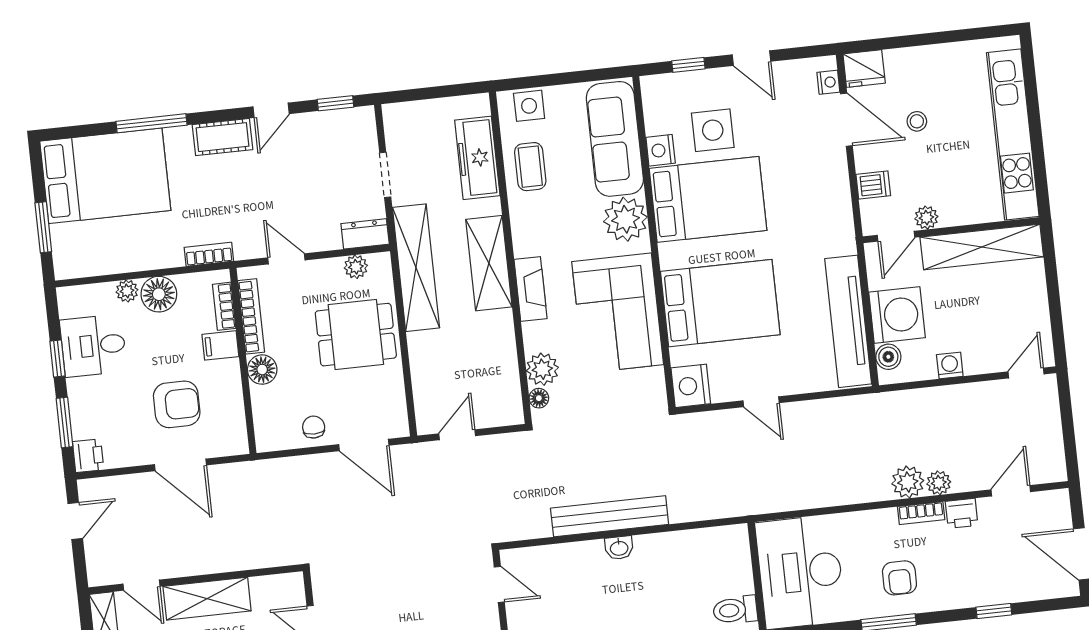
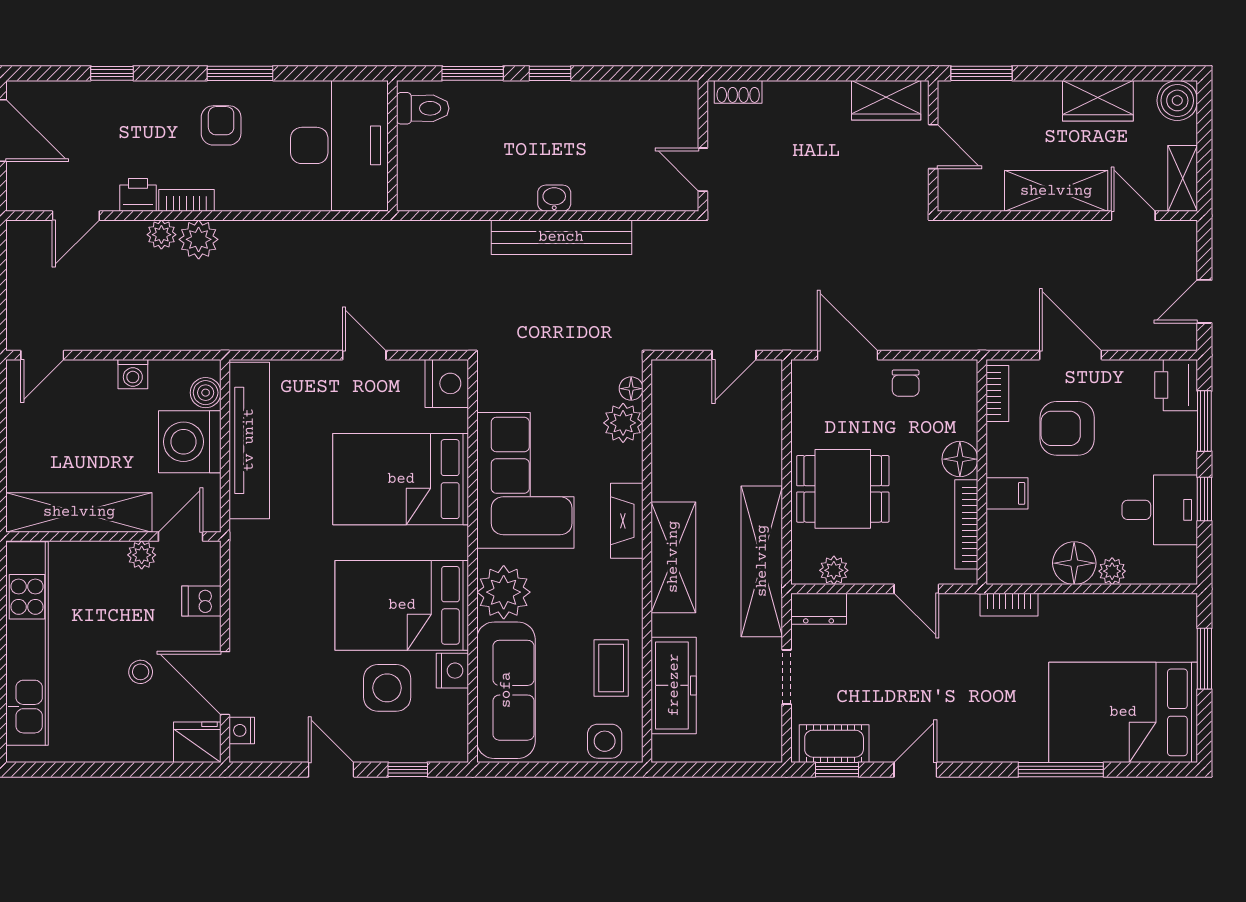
cot: (223, 137) -> (834, 744), moved
bookcase: (224, 306) -> (997, 394), moved
printer: (88, 456) -> (1176, 385), width x1.36, depth x1.24

